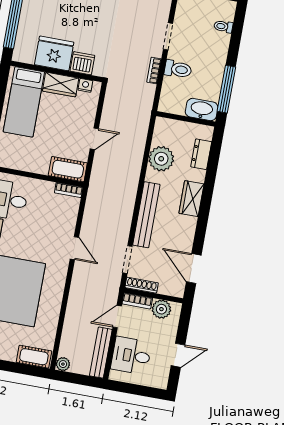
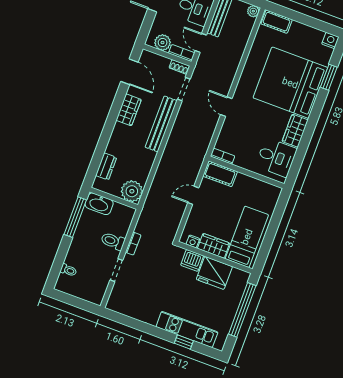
plant: (161, 159) -> (132, 191), moved
wardrobe: (191, 199) -> (129, 110), moved
shoe rack: (142, 285) -> (179, 67), width x0.70
door: (117, 317) -> (201, 43), swing flipped

